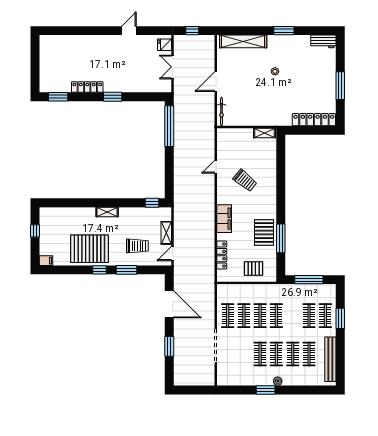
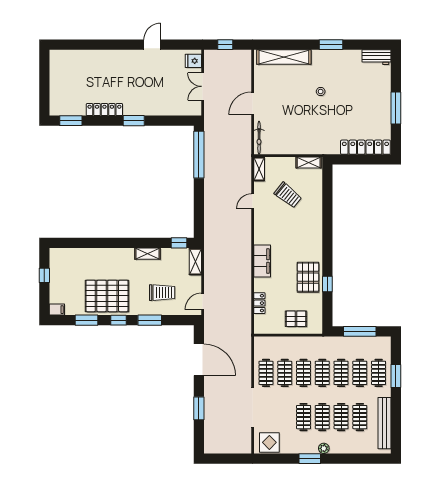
shelving: (222, 139) -> (259, 169), added
trolley: (245, 181) -> (288, 195), moved
shelving: (107, 212) -> (148, 254), moved
shelving: (166, 233) -> (195, 262), moved
window: (281, 238) -> (327, 284), width x0.46
locker: (222, 255) -> (259, 303), width x0.66
window: (72, 270) -> (87, 320), added
clothes rail: (293, 316) -> (341, 373), added
display table: (230, 376) -> (269, 442), added

